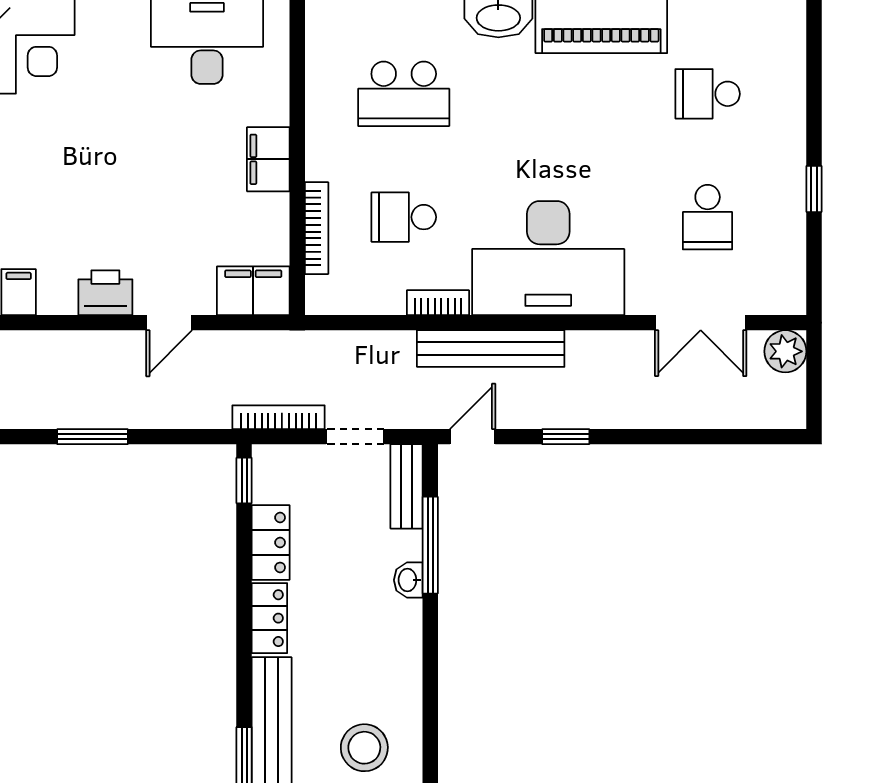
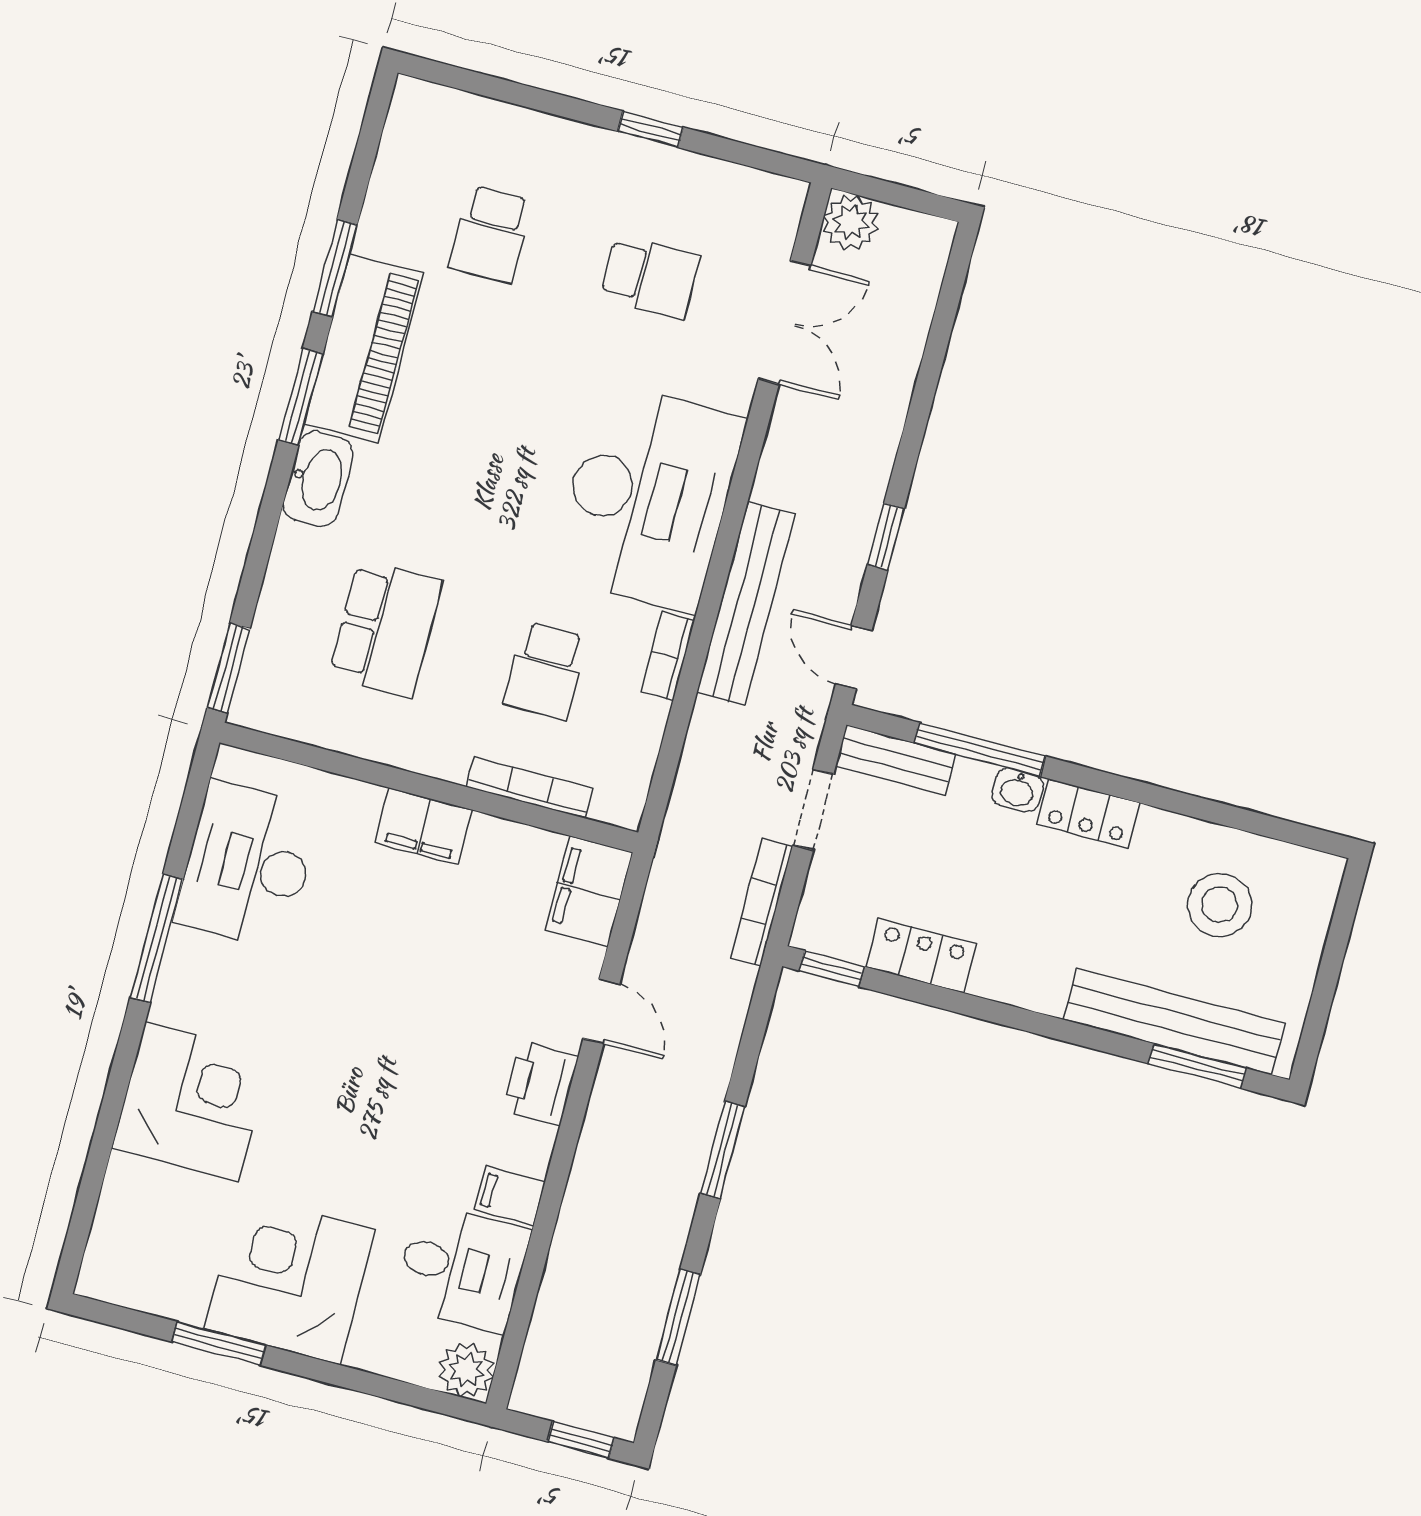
locker: (269, 618) -> (1089, 814), moved, turned 180

